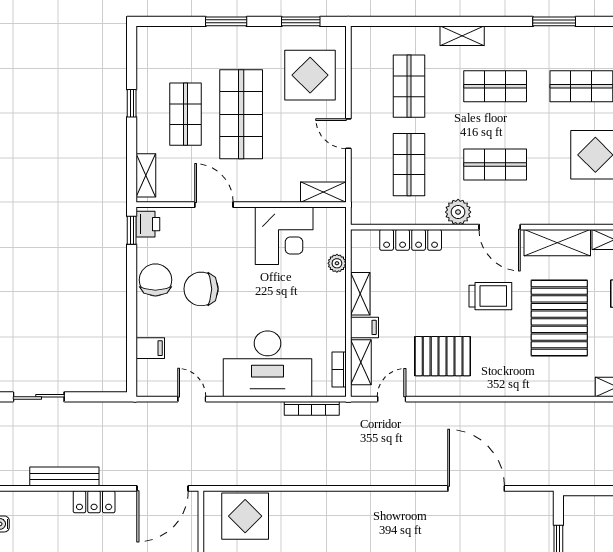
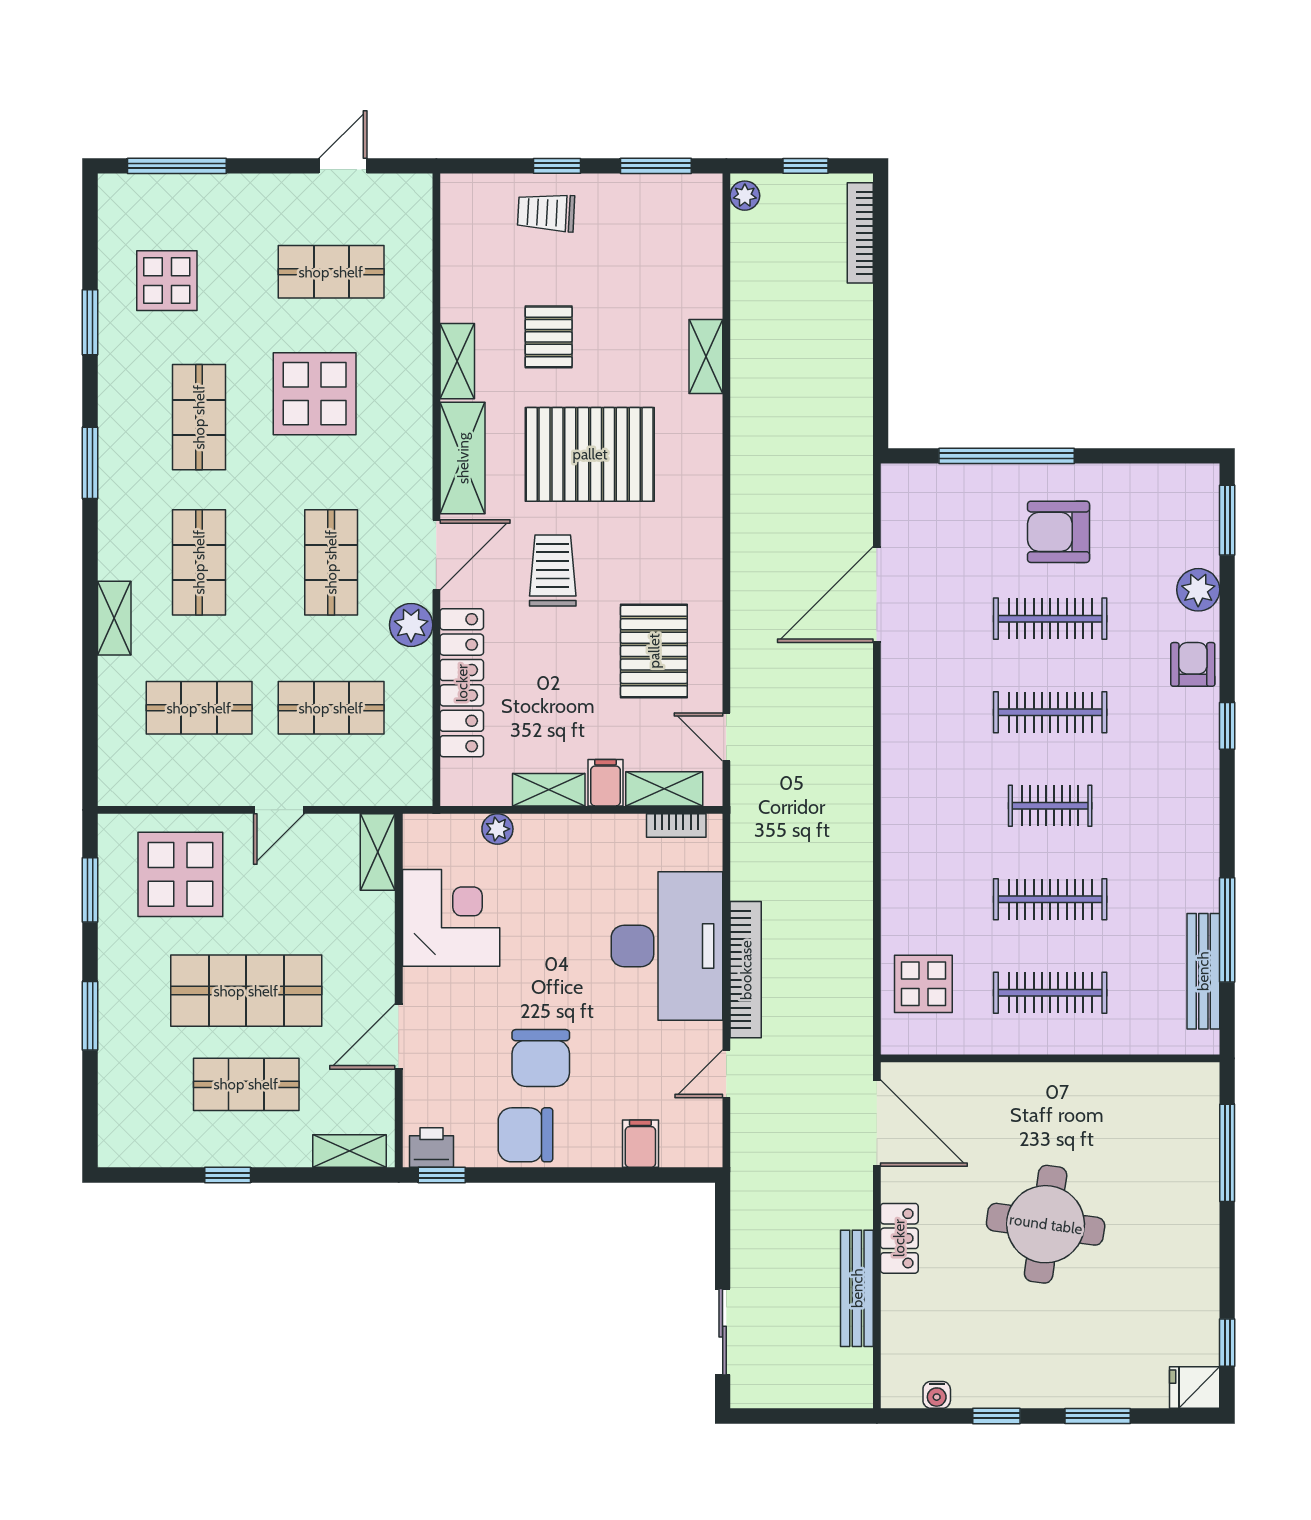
locker: (411, 240) -> (462, 683), width x1.41, depth x1.21
bookcase: (312, 408) -> (746, 970), moved, width x1.48, depth x1.31
display table: (245, 516) -> (923, 984), width x0.73, depth x0.73

